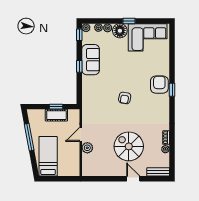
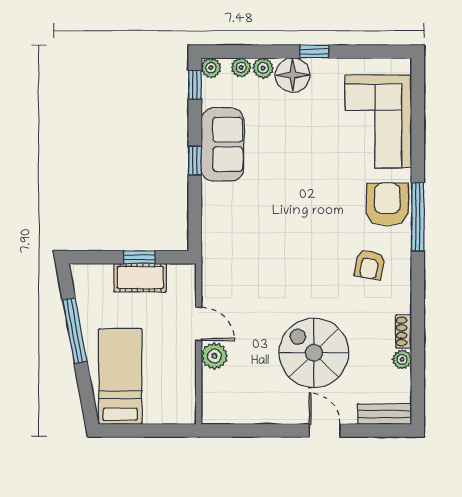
corner sofa: (148, 37) -> (378, 121), moved, turned 90
window: (172, 90) -> (418, 217), width x2.17
armchair: (125, 98) -> (370, 265), moved
door: (81, 134) -> (199, 324), swing flipped

